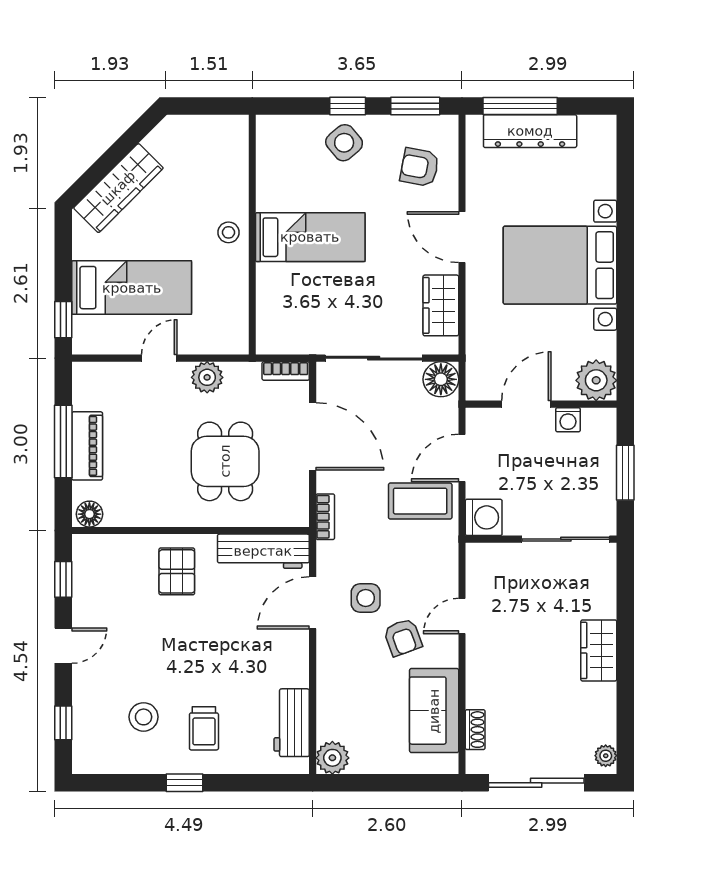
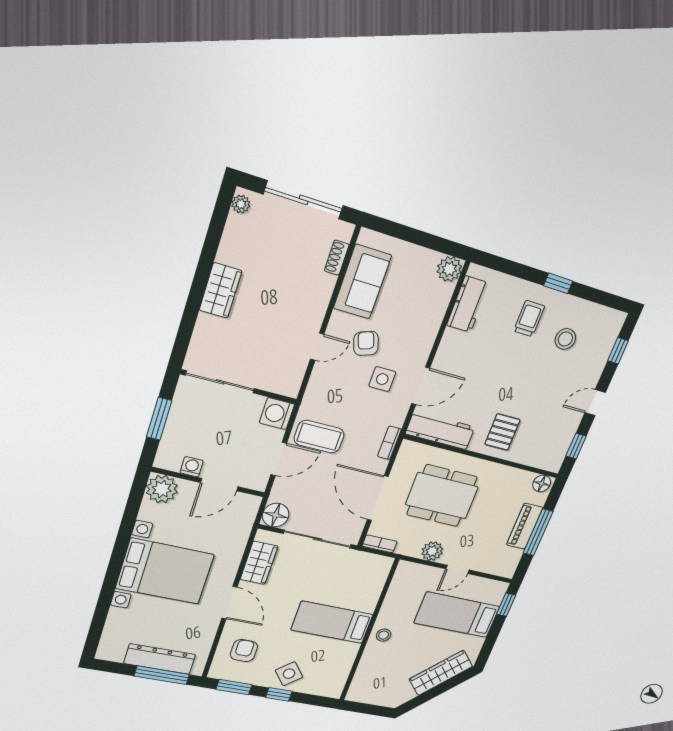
armchair: (420, 167) -> (244, 651), turned -101
dining table: (225, 461) -> (442, 496), width x1.38

